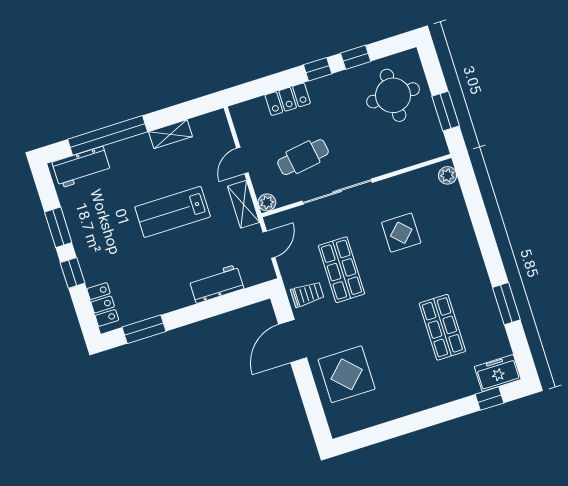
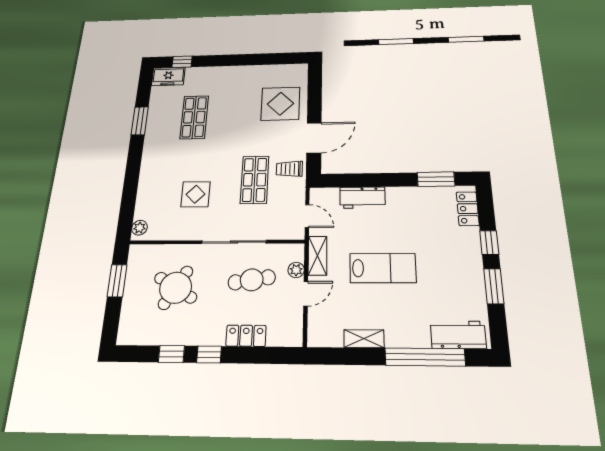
round table: (393, 95) -> (176, 288), moved, turned 31
plant: (267, 202) -> (296, 270), moved
door: (269, 245) -> (307, 216), swing flipped

